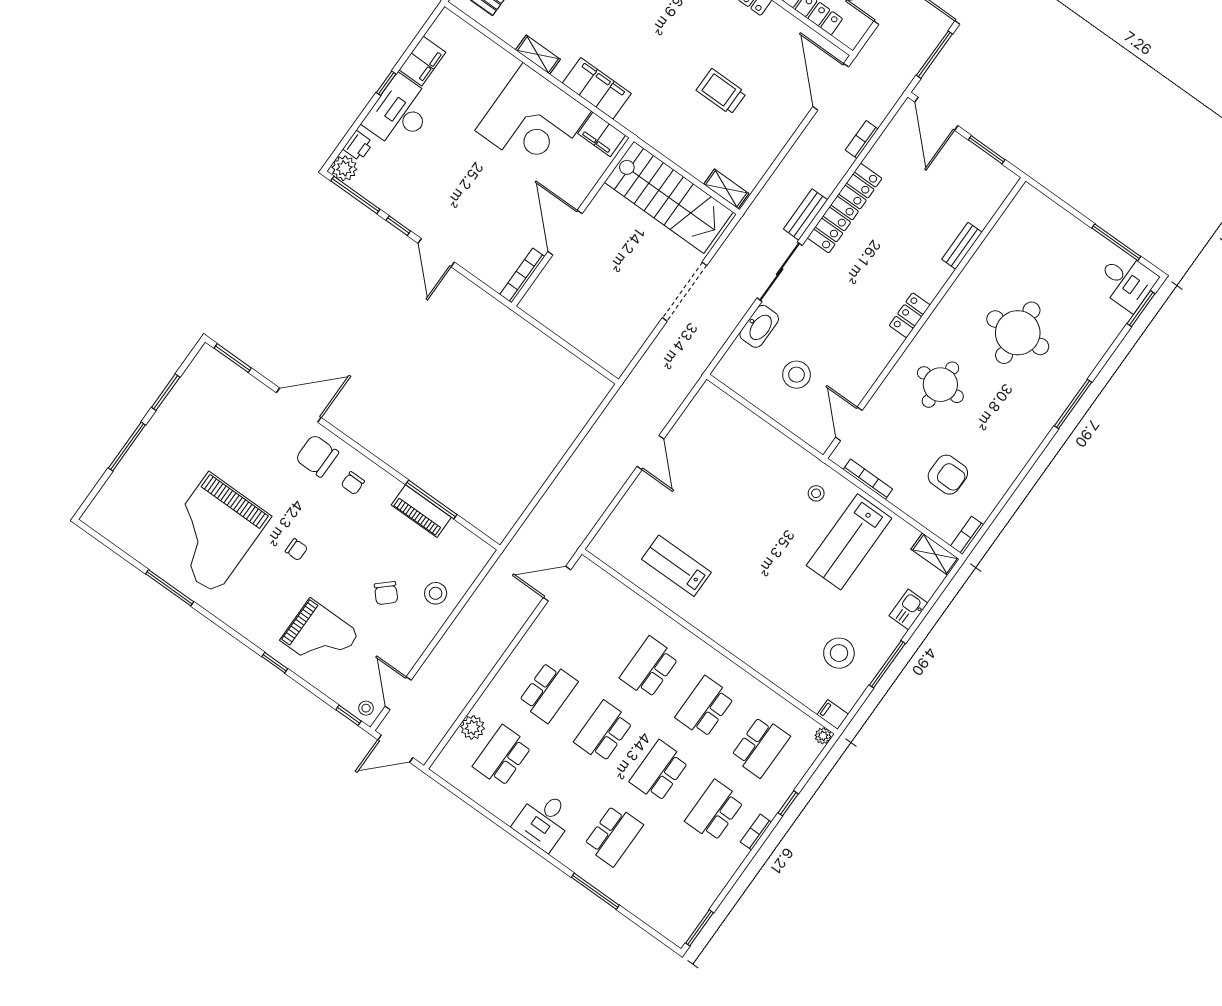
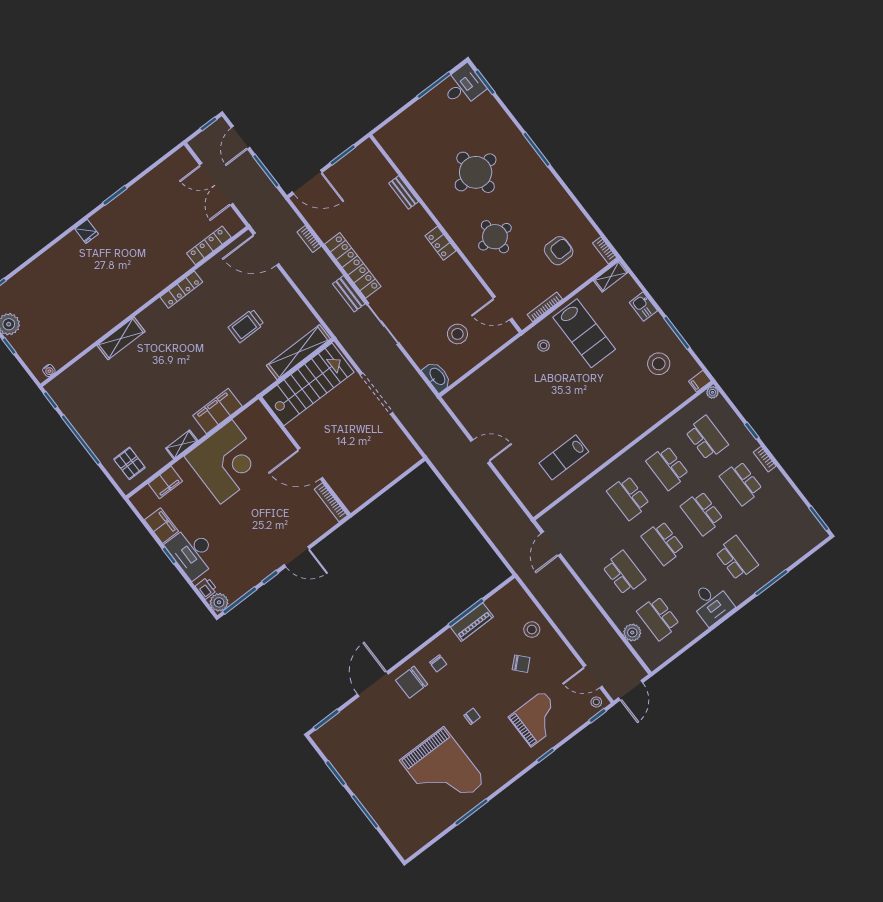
filing cabinet: (602, 134) -> (165, 482), moved
shelving: (726, 189) -> (298, 352), width x2.20, depth x1.33
washbasin: (759, 326) -> (437, 377), moved

